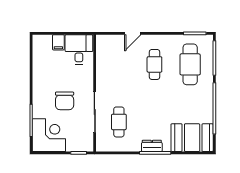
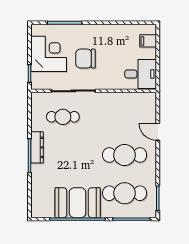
filing cabinet: (58, 42) -> (148, 41), moved
cafe table: (154, 64) -> (125, 155), width x1.37, depth x1.35
corner desk: (49, 135) -> (49, 54), moved, turned -90
booth: (192, 138) -> (78, 203), moved, turned 90
dresser: (152, 146) -> (37, 147), width x1.44

